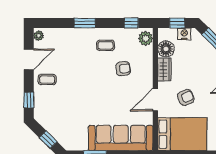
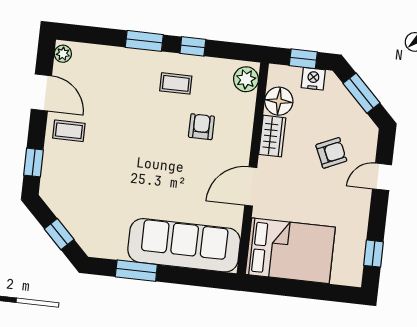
window: (131, 23) -> (193, 46), moved
door: (29, 59) -> (41, 93), hinge flipped
armchair: (123, 69) -> (201, 127), turned -82
armchair: (186, 98) -> (331, 153), moved

